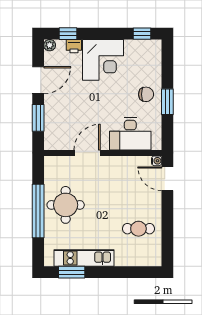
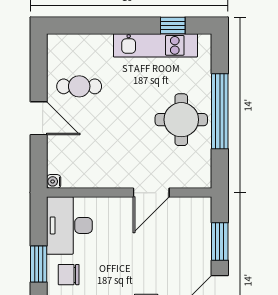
desk: (130, 134) -> (69, 225), moved, turned -90
door: (167, 179) -> (39, 118), moved
window: (72, 272) -> (173, 25), width x0.67

